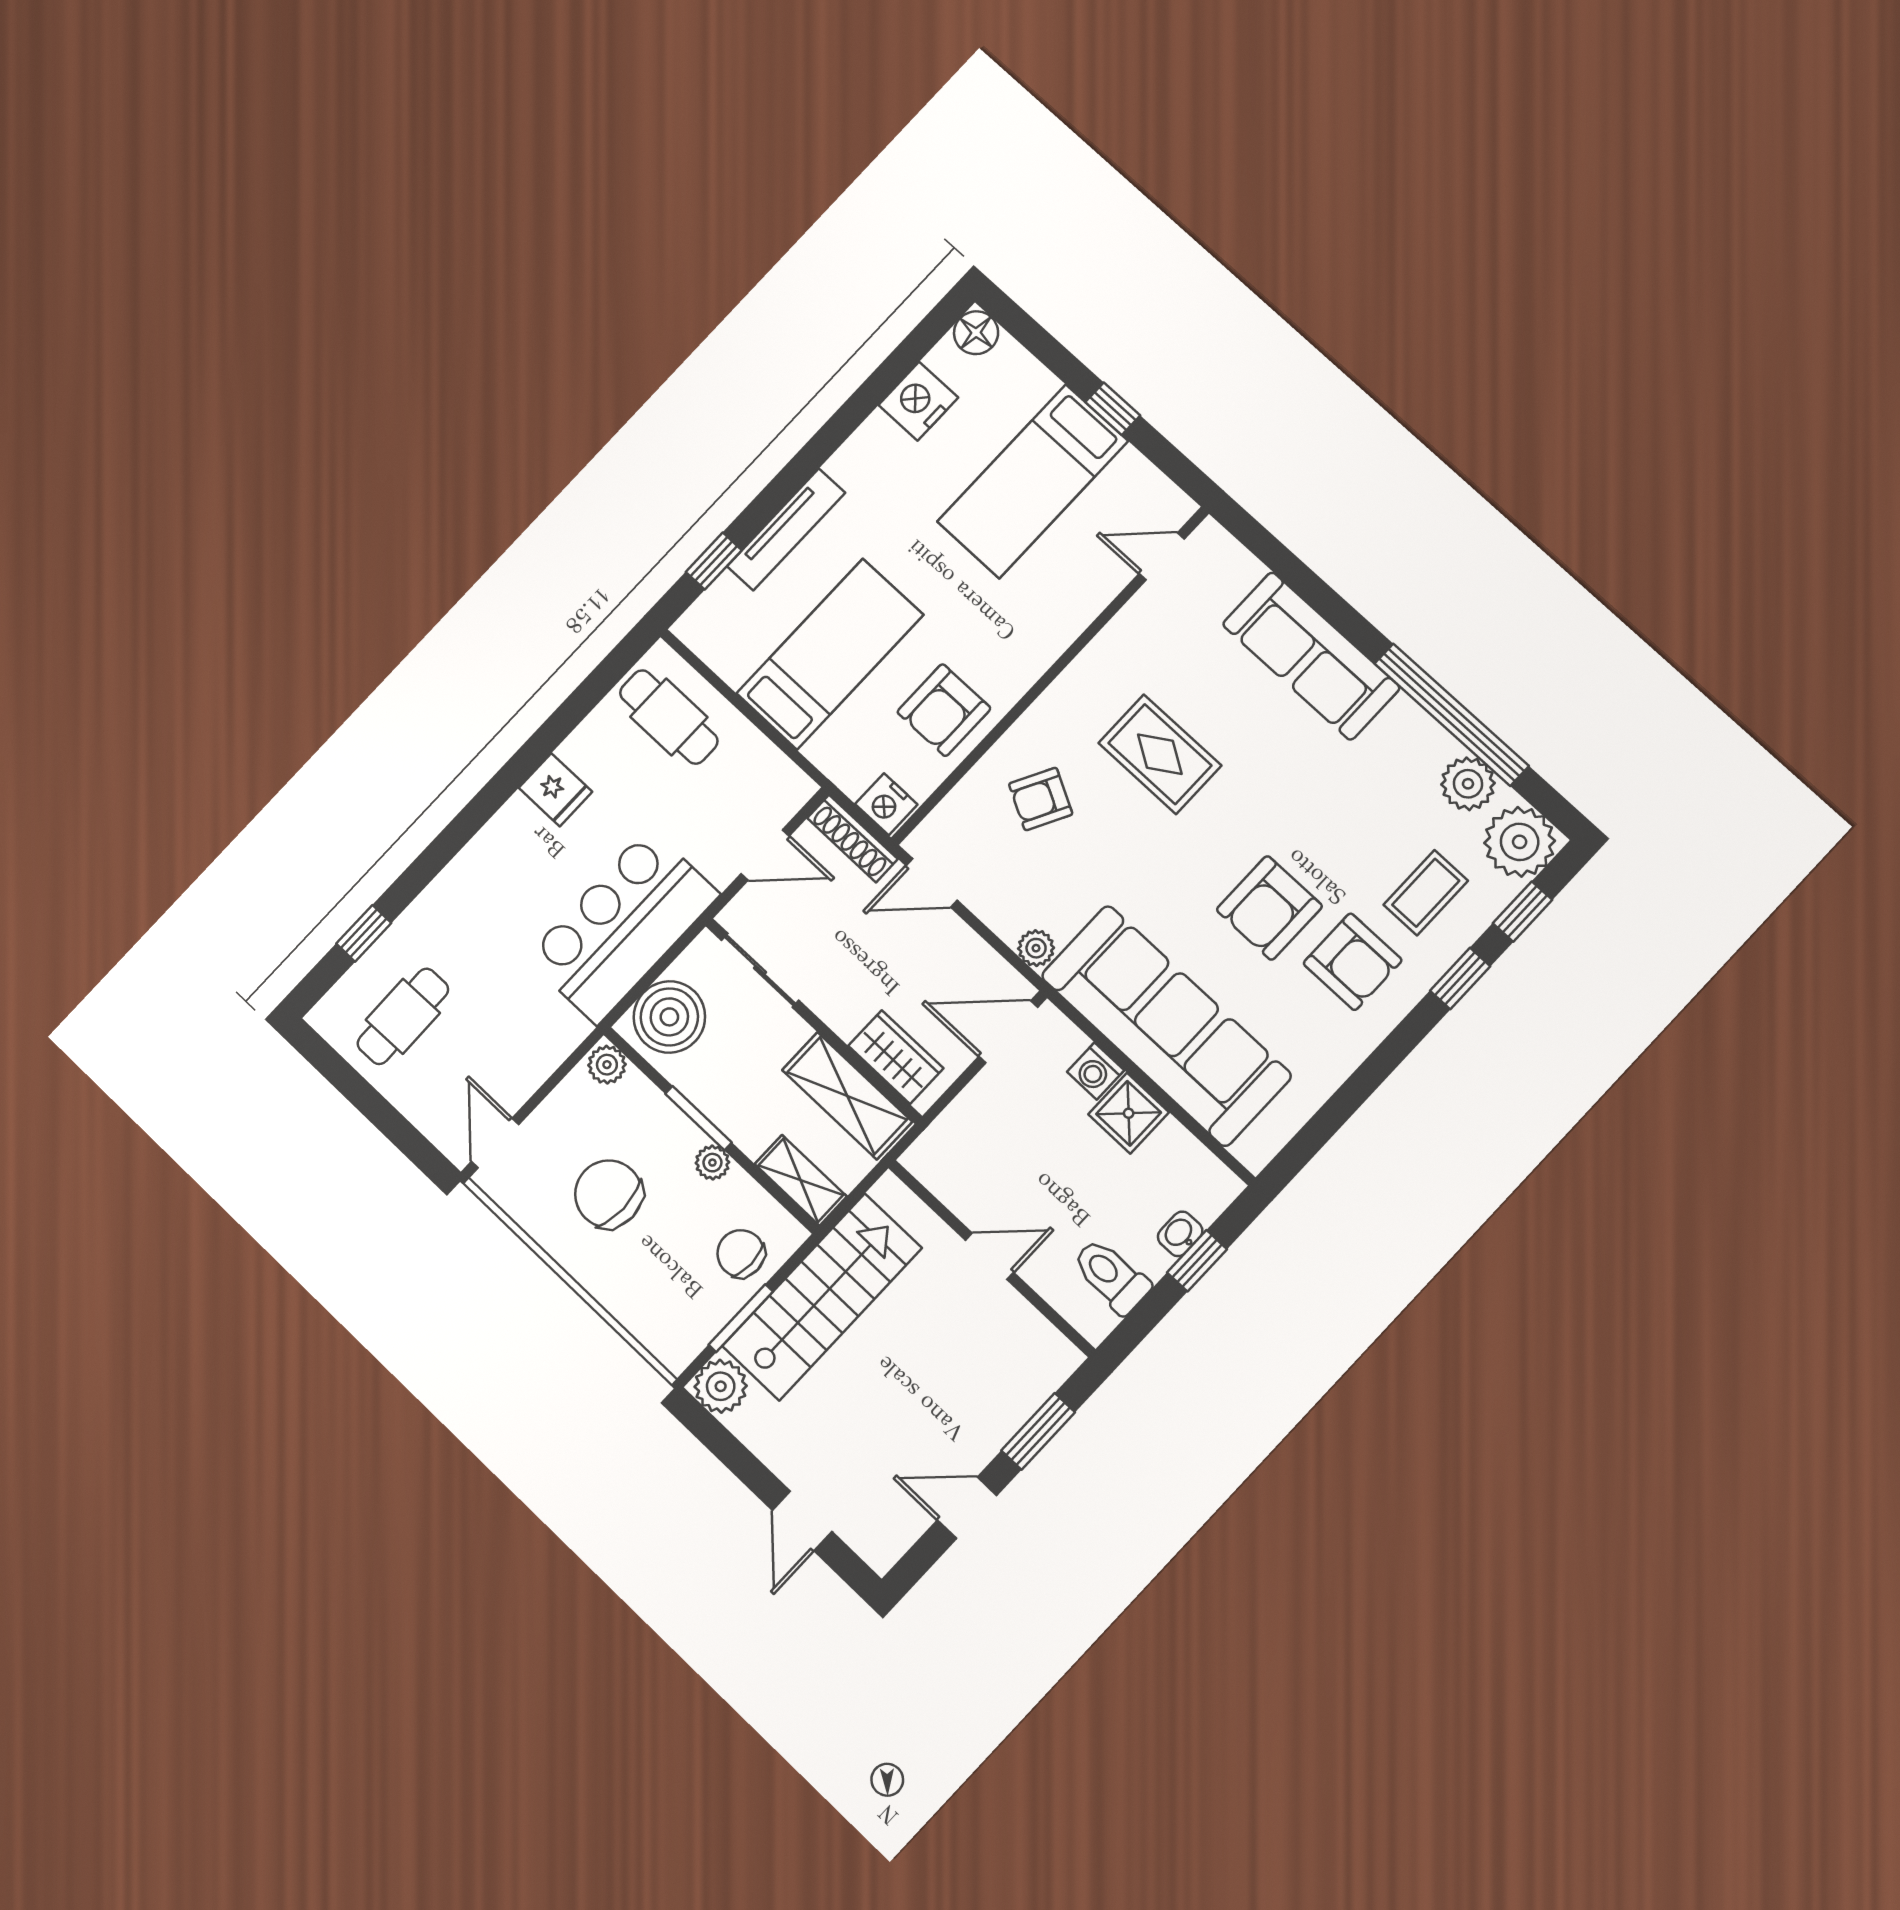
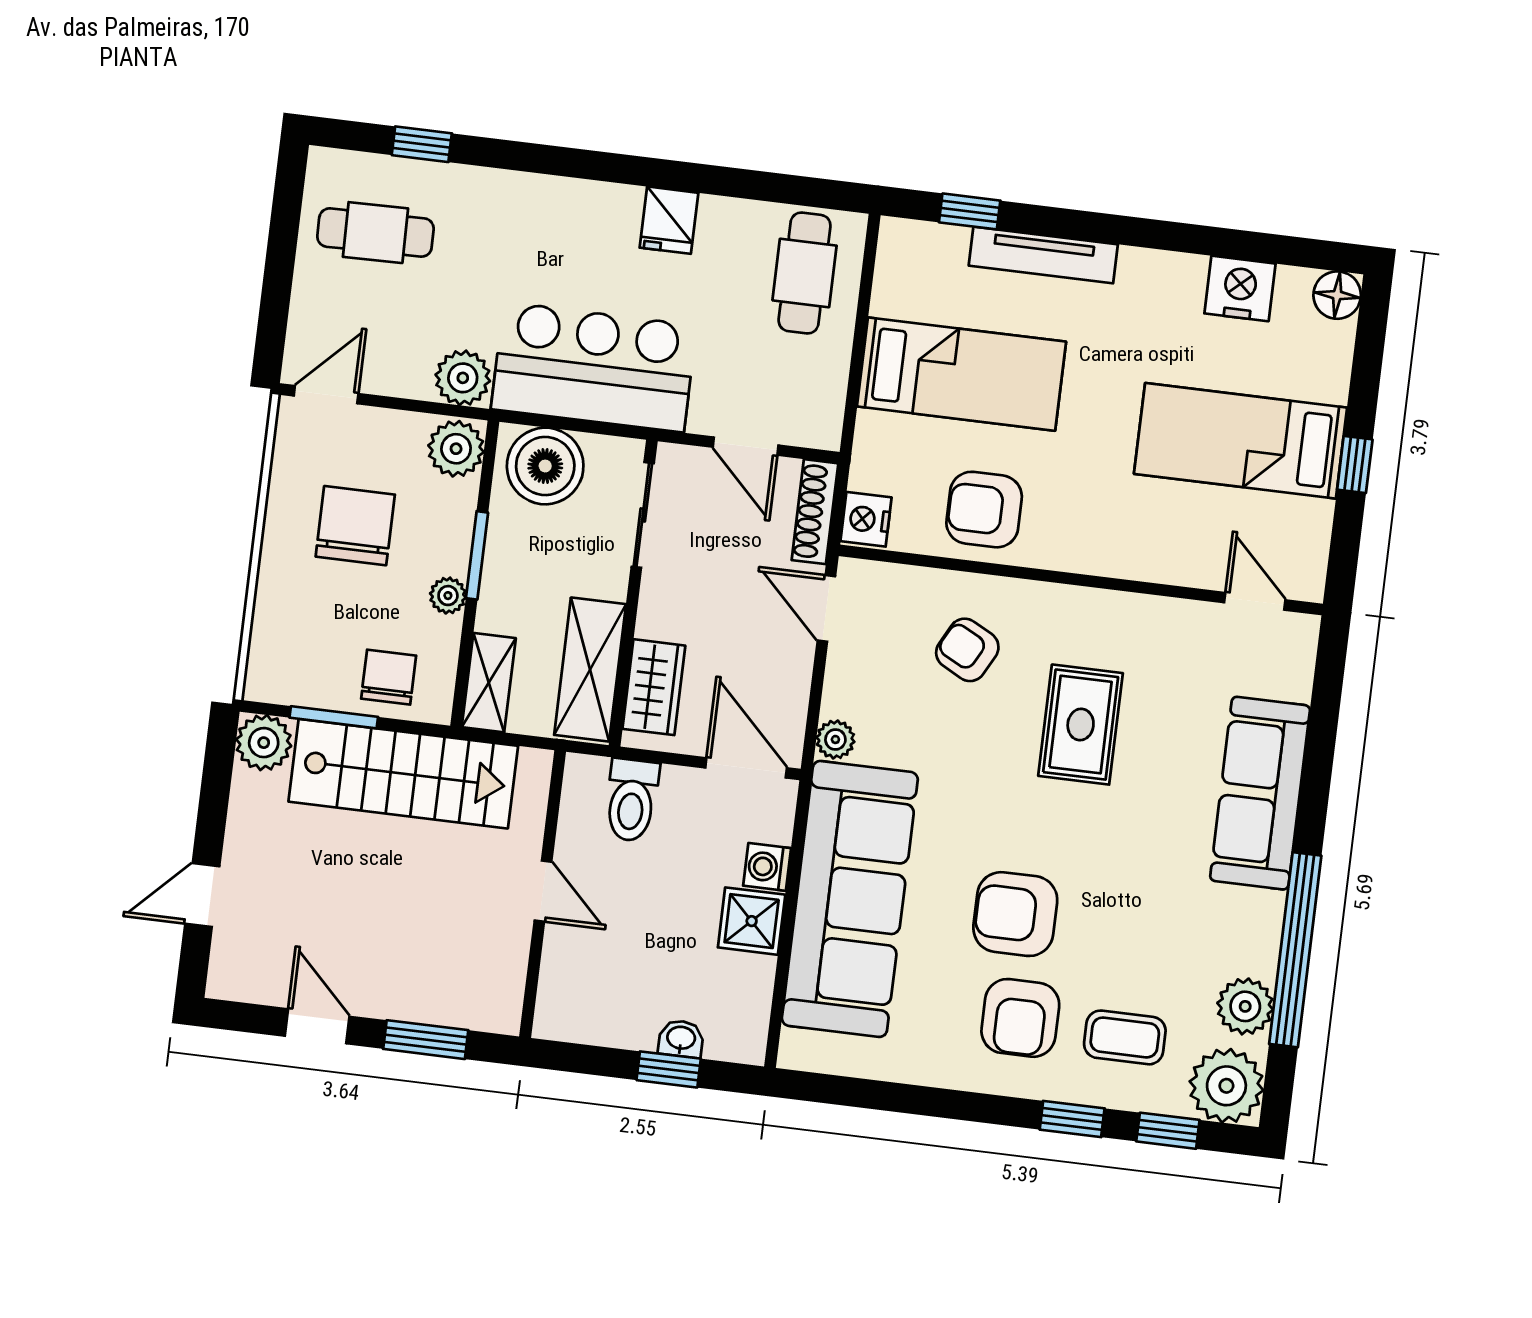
plant: (558, 1031) -> (463, 378), added
plant: (607, 1065) -> (456, 449), width x1.38, depth x1.38
toilet: (1111, 1276) -> (632, 800), moved, turned 180

